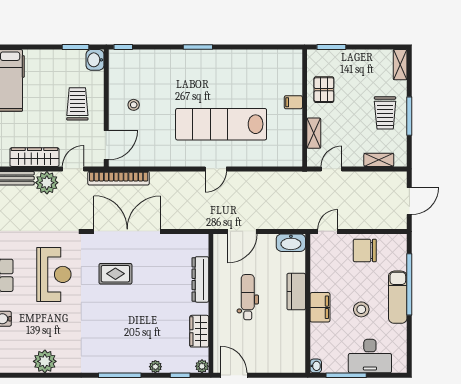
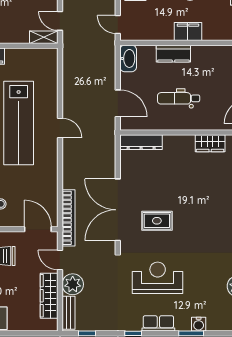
shelving: (314, 133) -> (44, 37), moved
rug: (115, 274) -> (157, 221), turned 90
dresser: (200, 279) -> (141, 142), moved

